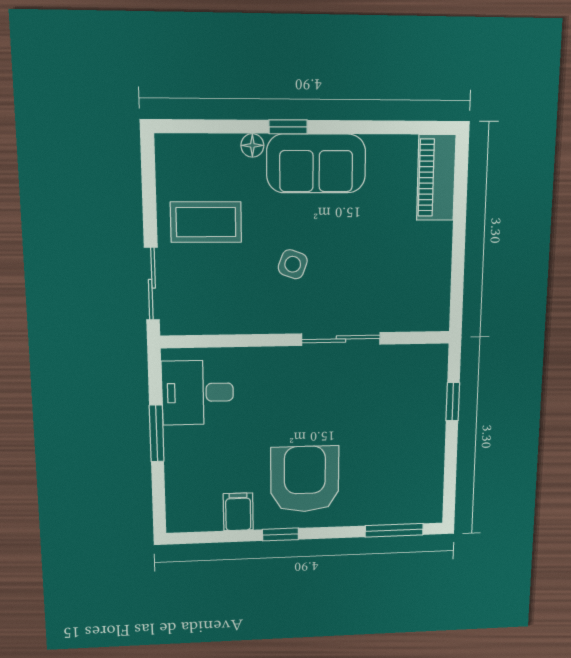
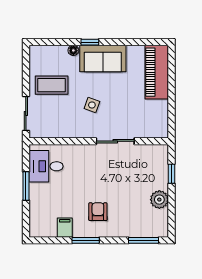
piano: (436, 178) -> (157, 72), width x1.37, depth x1.33
plant: (427, 452) -> (159, 200), added
armchair: (305, 479) -> (98, 212), width x0.53, depth x0.53
window: (280, 534) -> (86, 240), width x1.50

